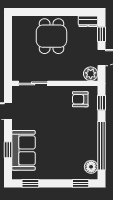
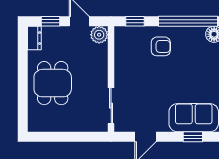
dining table: (51, 36) -> (53, 83), turned 90
armchair: (80, 99) -> (161, 46), moved, turned -90

